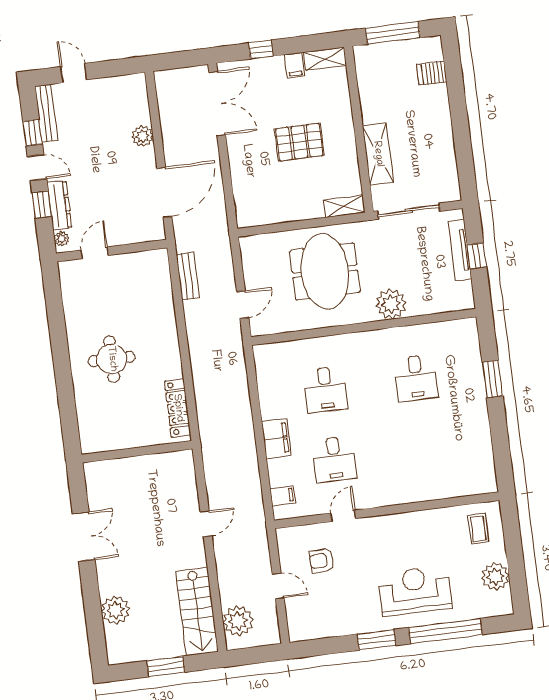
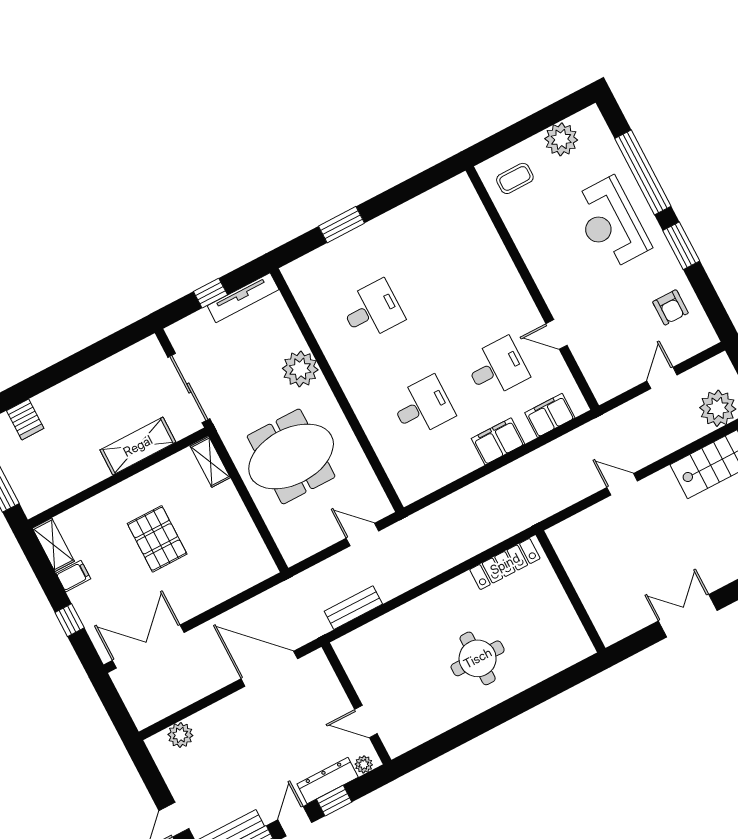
plant: (142, 136) -> (180, 735), moved
tv unit: (460, 250) -> (243, 298), moved
filing cabinet: (283, 496) -> (550, 415), width x2.00
armchair: (322, 561) -> (671, 307), moved

